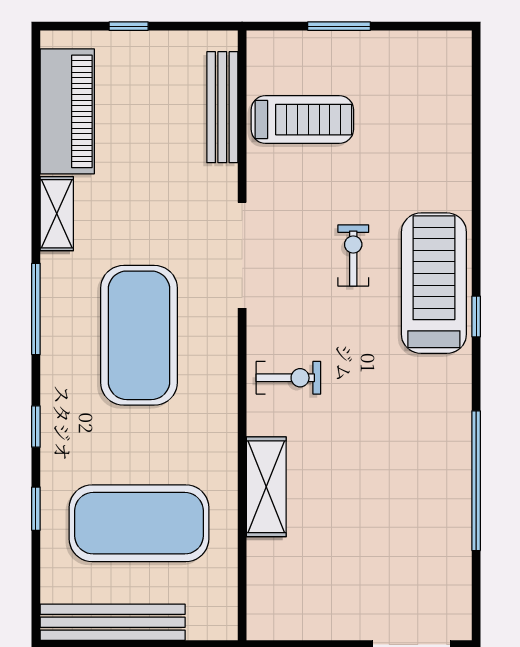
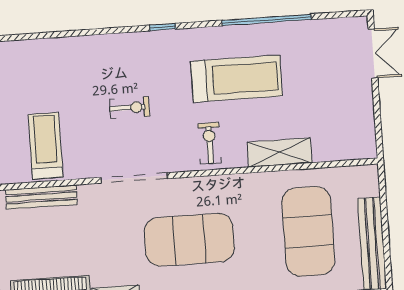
exercise bike: (353, 255) -> (129, 108), turned 180
treadmill: (434, 283) -> (236, 79), moved, turned 180

